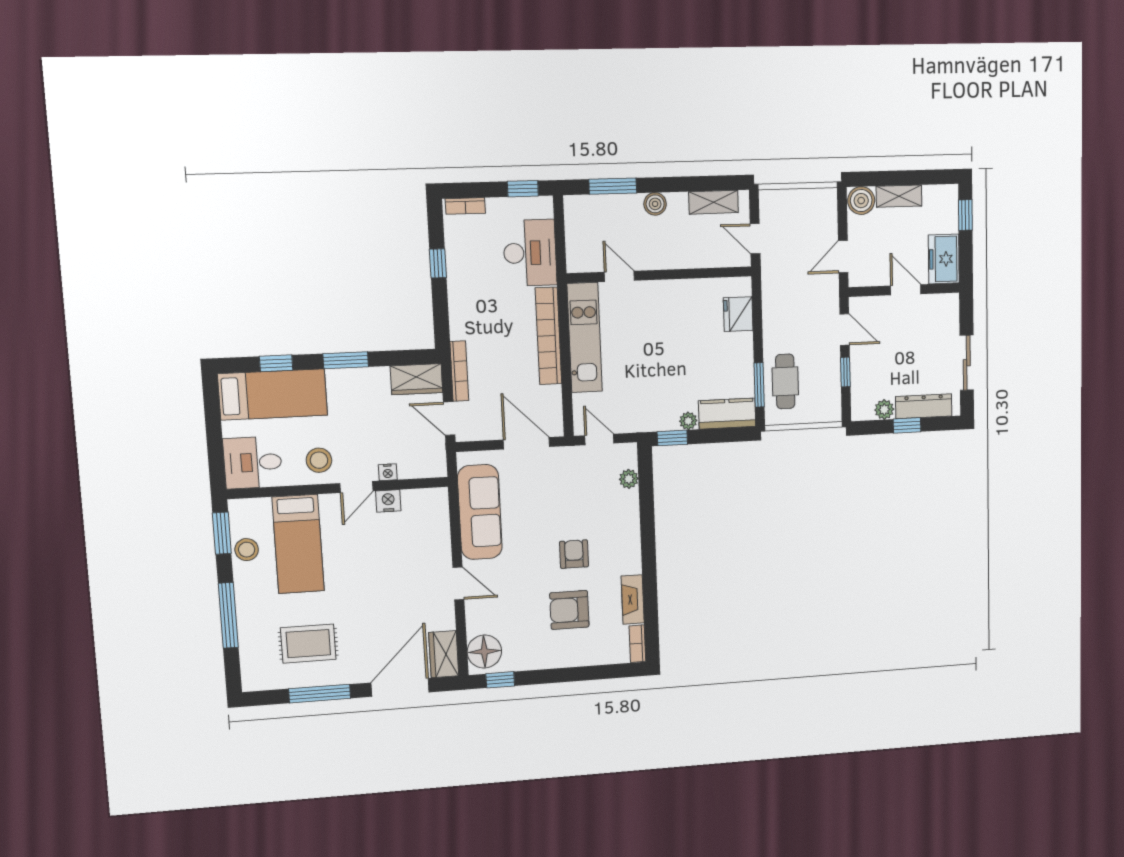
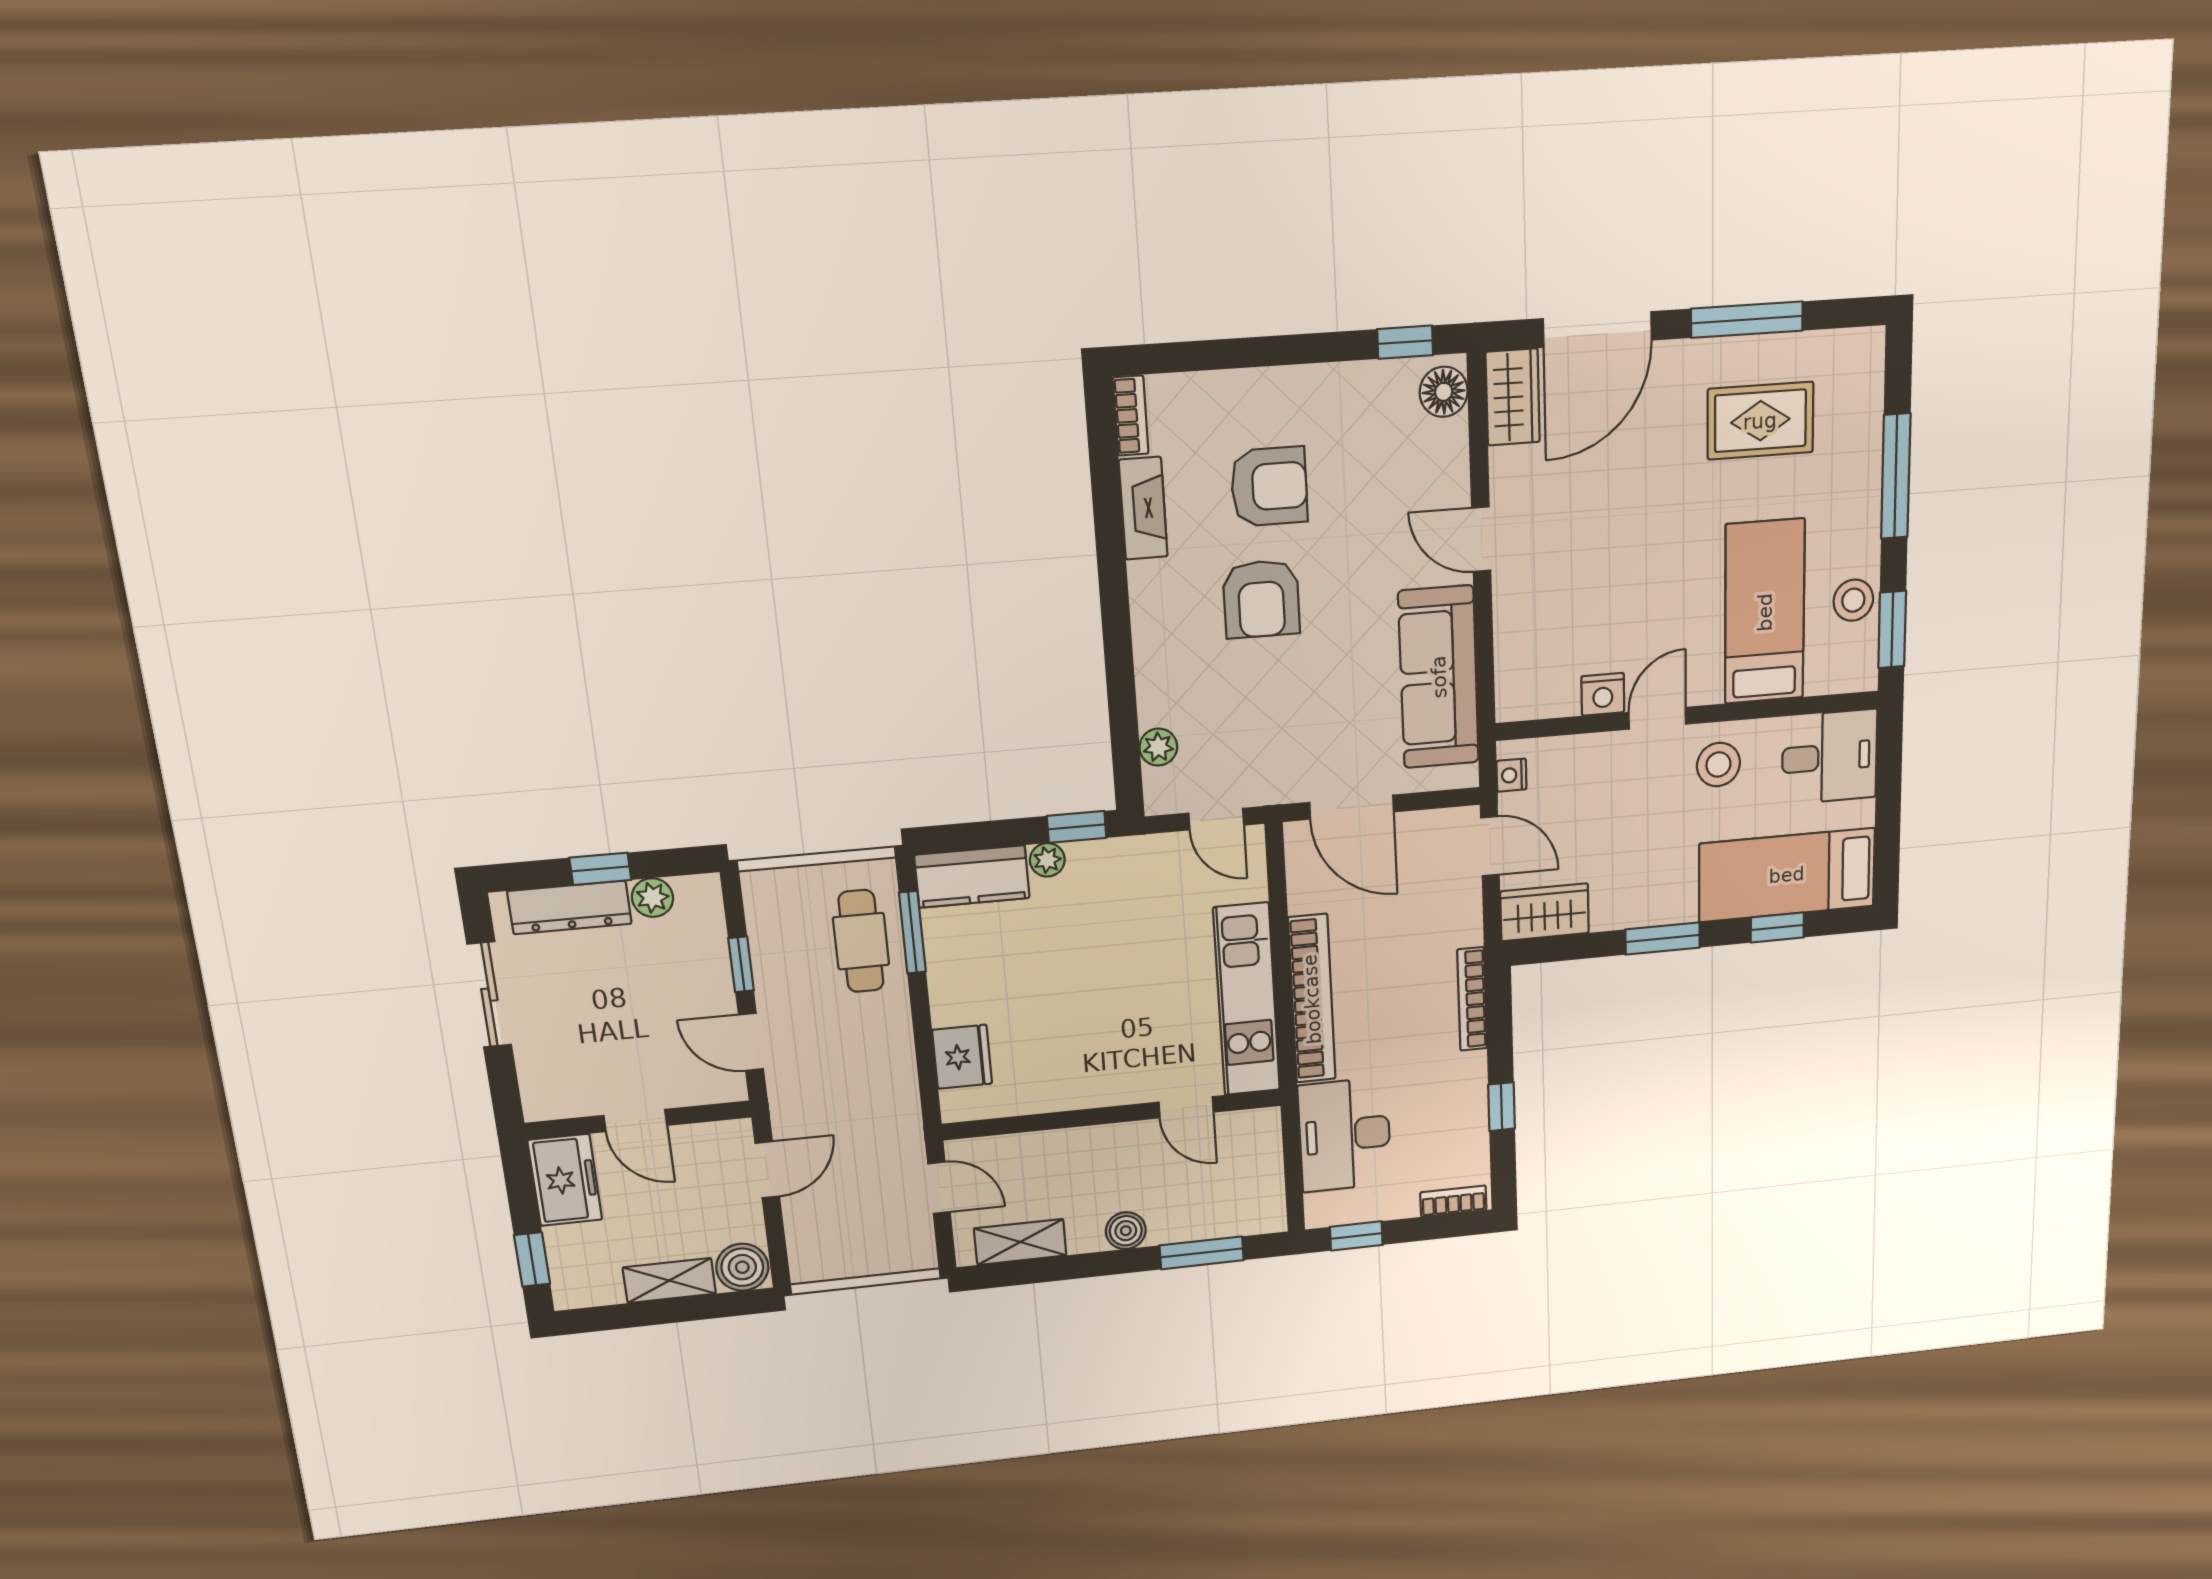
bookcase: (459, 371) -> (1472, 999), moved
nightstand: (388, 472) -> (1512, 775), moved, turned -90
armchair: (574, 554) -> (1261, 599), width x1.38, depth x1.38
floor lamp: (484, 651) -> (1444, 392), width x0.73, depth x0.73

